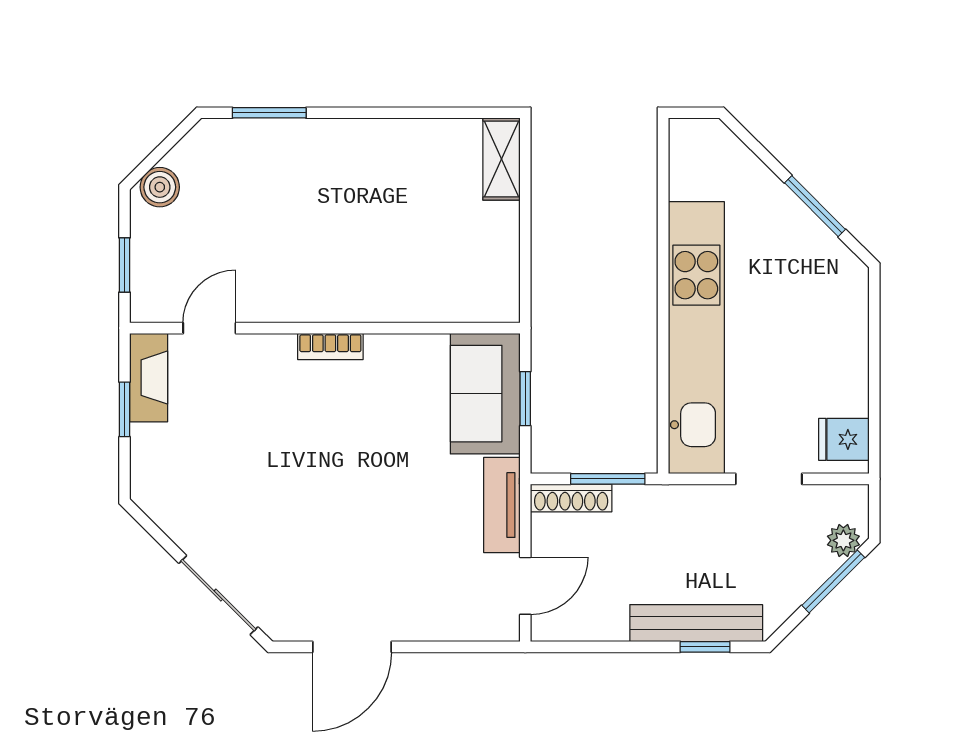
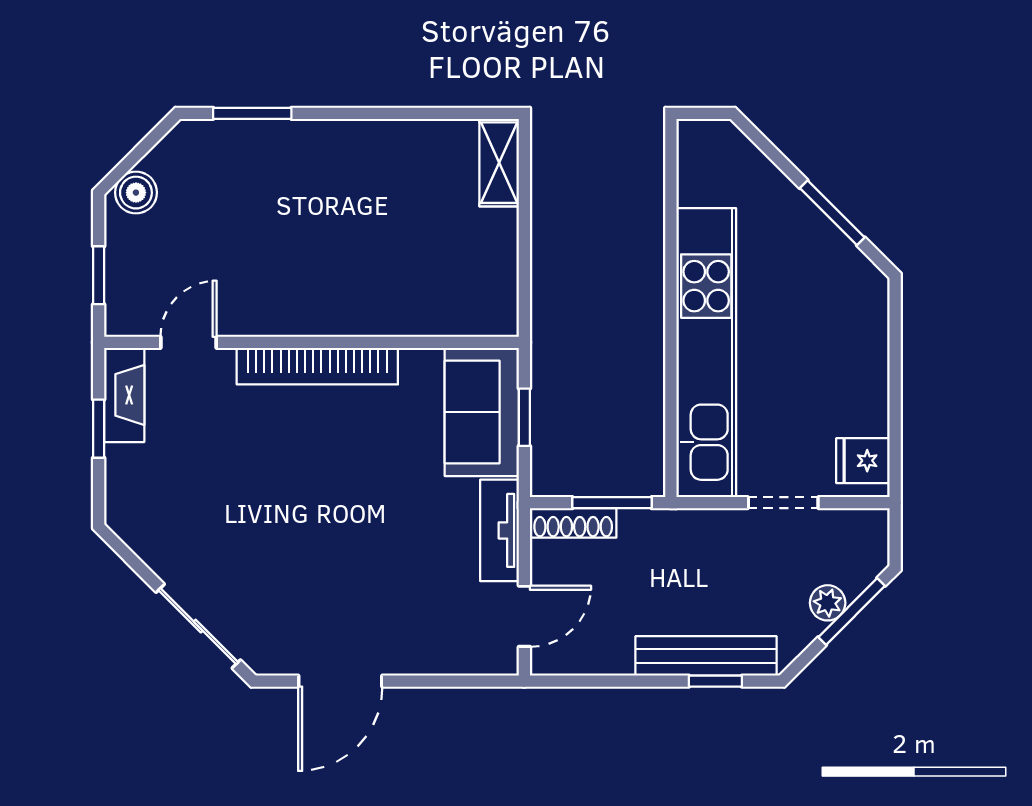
bookcase: (330, 346) -> (317, 366), width x2.31, depth x1.31
plant: (843, 540) -> (828, 603), moved

